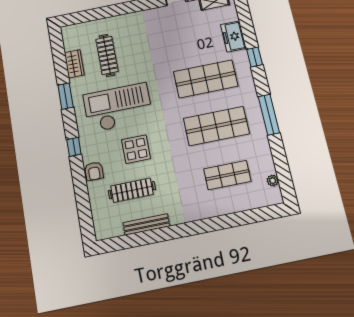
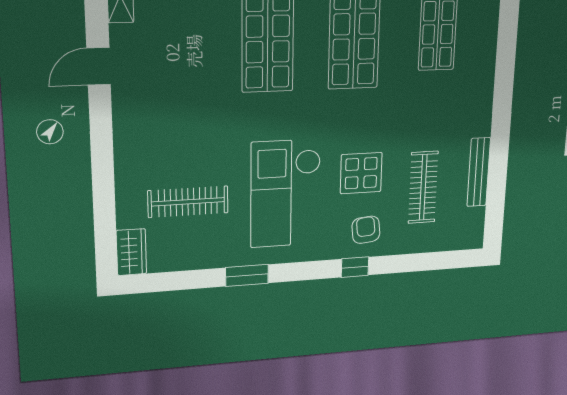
wardrobe: (74, 64) -> (131, 252), moved, turned 90
window: (74, 147) -> (355, 267), moved
armchair: (94, 171) -> (366, 230), moved, turned -96

